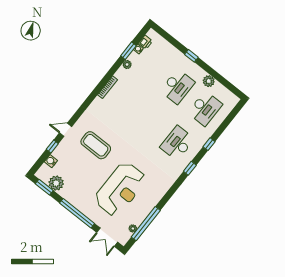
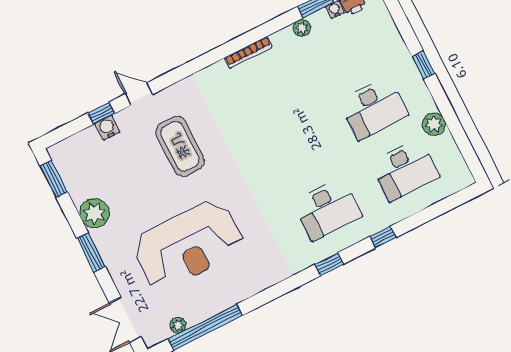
desk: (177, 143) -> (327, 209), turned 180
water cooler: (51, 161) -> (107, 128), moved
plant: (56, 183) -> (95, 213), moved
window: (77, 213) -> (91, 252), width x0.47

